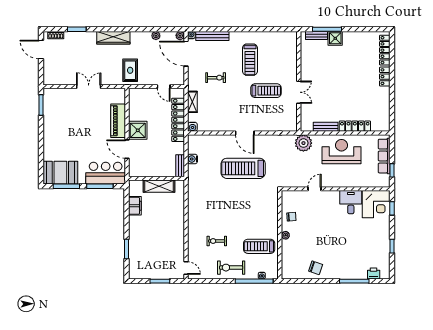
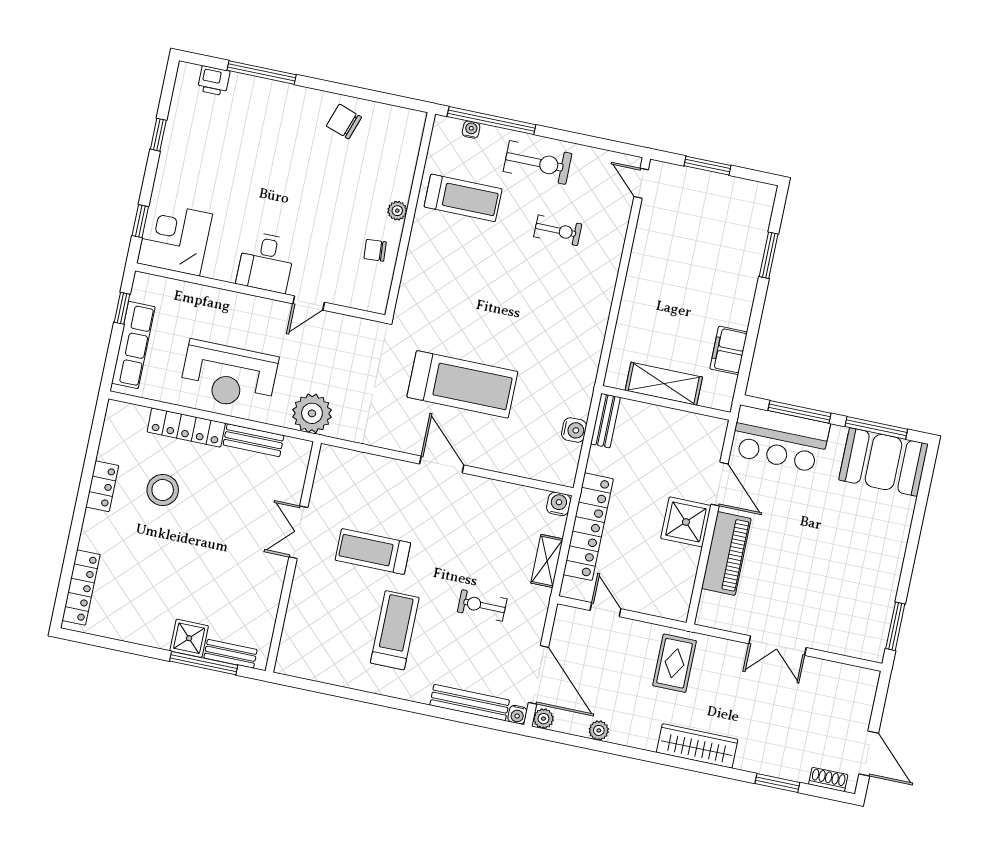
locker: (385, 77) -> (102, 486), moved
stool: (359, 98) -> (163, 490), added
desk: (351, 202) -> (266, 262), moved

